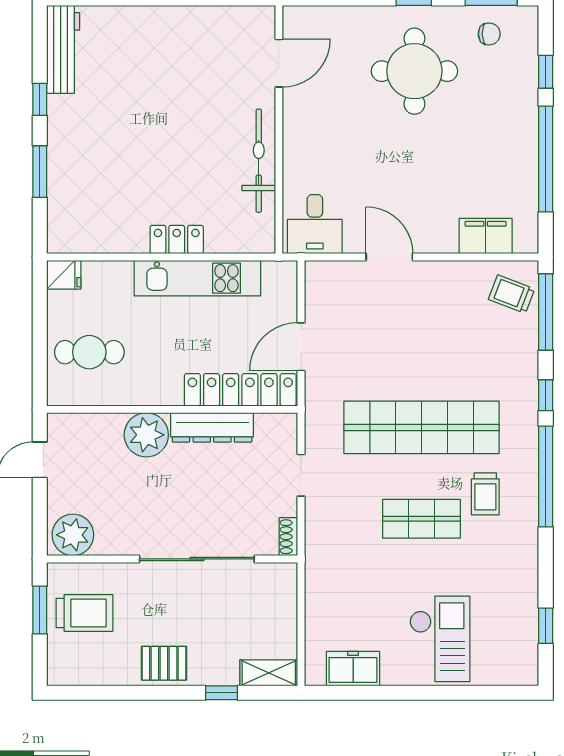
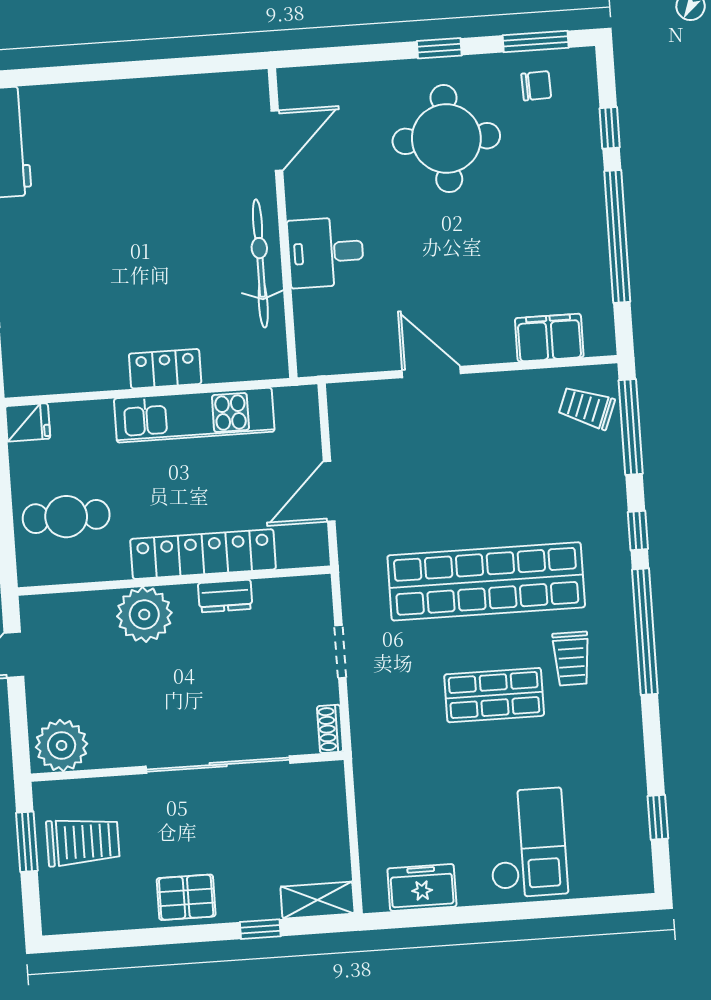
desk: (315, 224) -> (326, 252), moved, turned 90
locker: (240, 390) -> (203, 554), moved
dresser: (212, 427) -> (225, 596), width x0.51, depth x0.80

